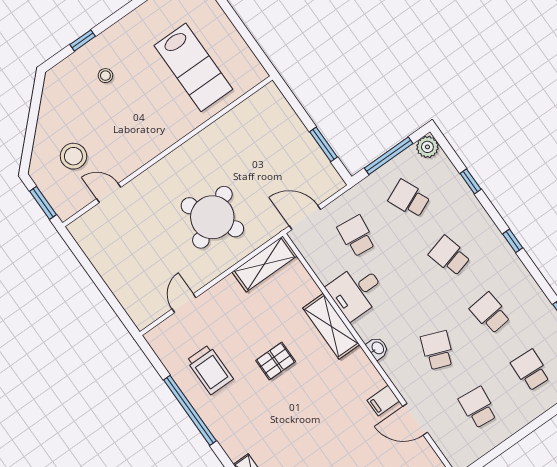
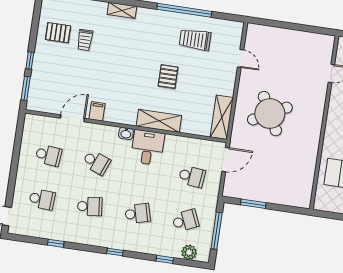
plant: (427, 147) -> (189, 252), moved
desk: (356, 291) -> (148, 147), moved

